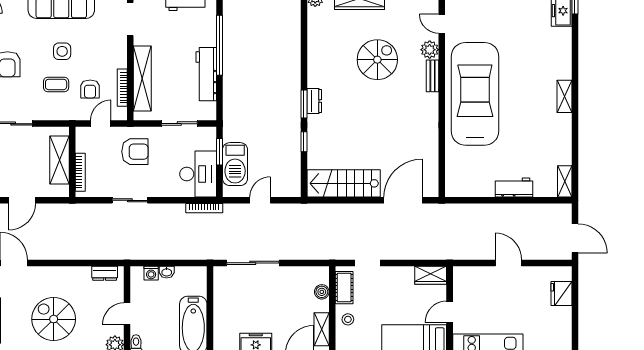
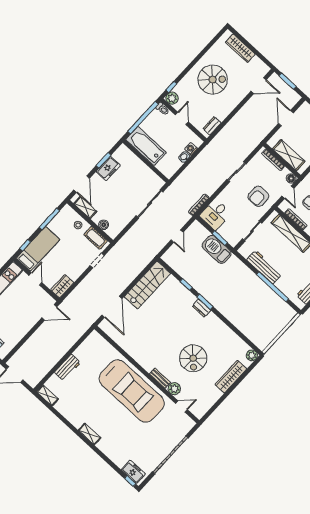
floor lamp: (82, 134) -> (291, 178), added
barbecue: (235, 164) -> (217, 249), moved
desk: (198, 174) -> (215, 214), width x0.73
door: (508, 263) -> (49, 312), moved

